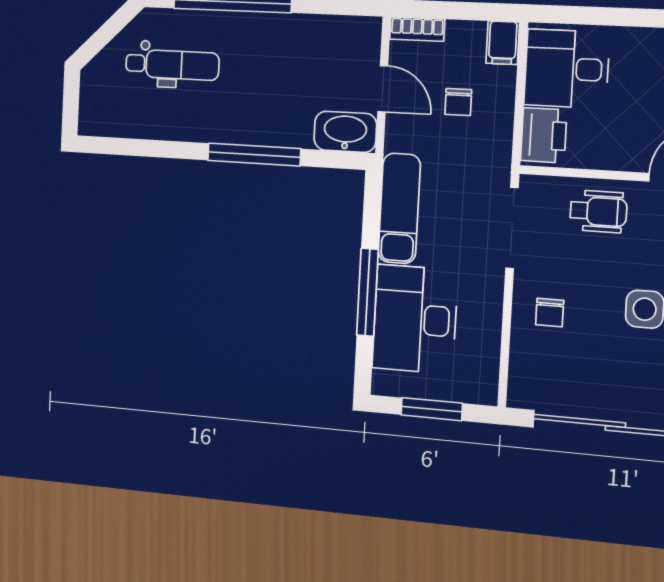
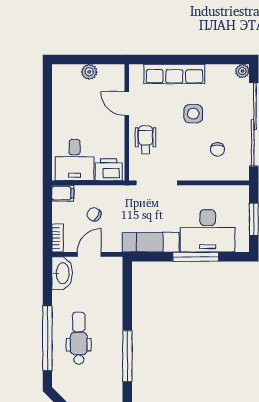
dental chair: (172, 65) -> (79, 338), moved
chair: (458, 102) -> (94, 214), turned -153
washbasin: (345, 132) -> (62, 273), moved, turned 180
window: (254, 155) -> (127, 356), moved
chair: (550, 313) -> (217, 149), moved, turned 90

